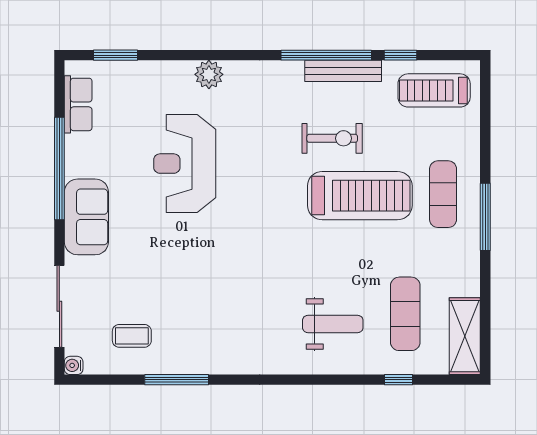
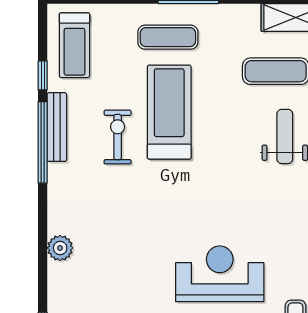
reception desk: (185, 164) -> (220, 274), moved, turned 180

